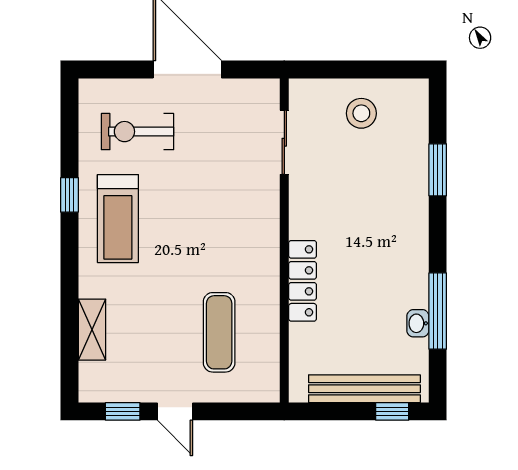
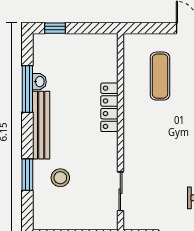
stool: (361, 113) -> (60, 178), moved
bench: (364, 389) -> (41, 125), moved, turned 90

